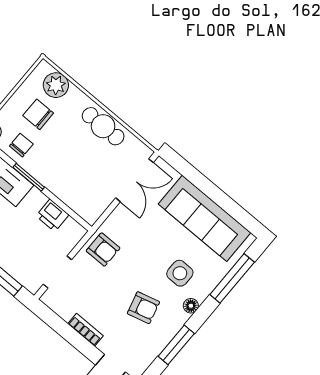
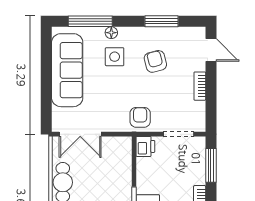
double door: (134, 180) -> (80, 134), swing flipped
printer: (52, 215) -> (145, 146), moved
floor lamp: (191, 306) -> (111, 33), moved

